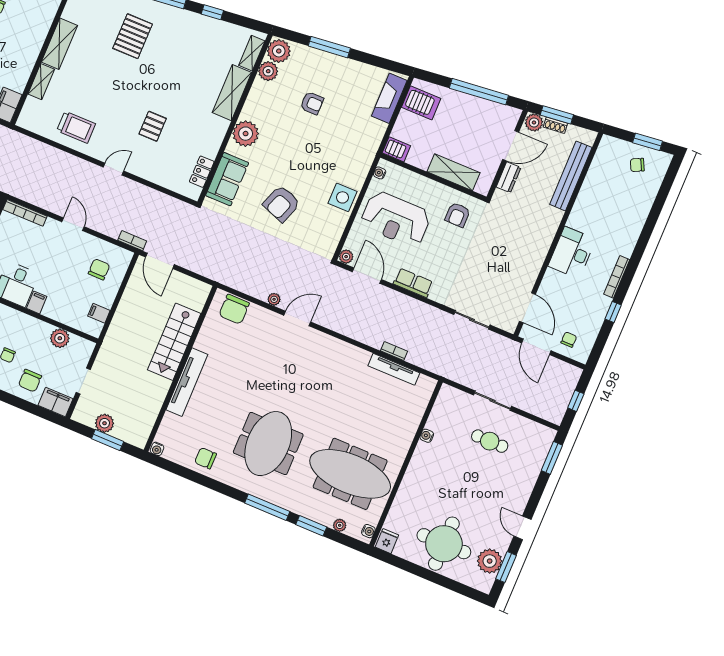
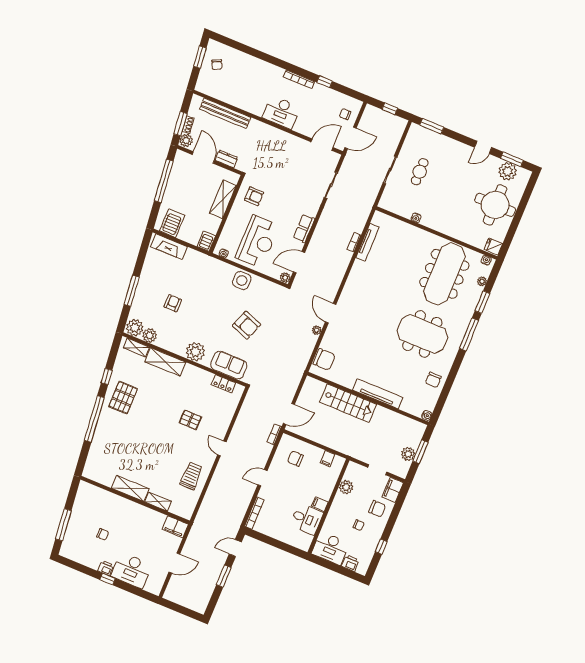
pallet: (133, 36) -> (123, 398), moved, turned 90

